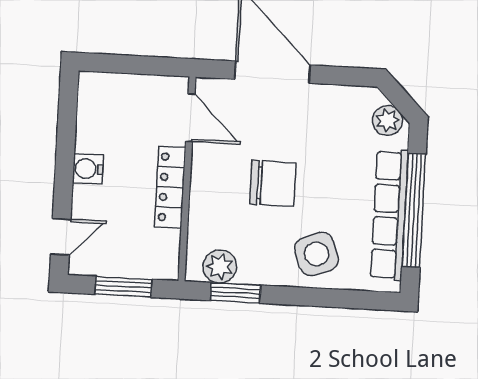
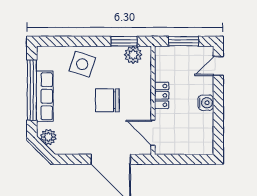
locker: (170, 187) -> (162, 95), width x0.66
row of seats: (389, 215) -> (45, 96), width x0.73
side table: (316, 254) -> (82, 64), turned 38

